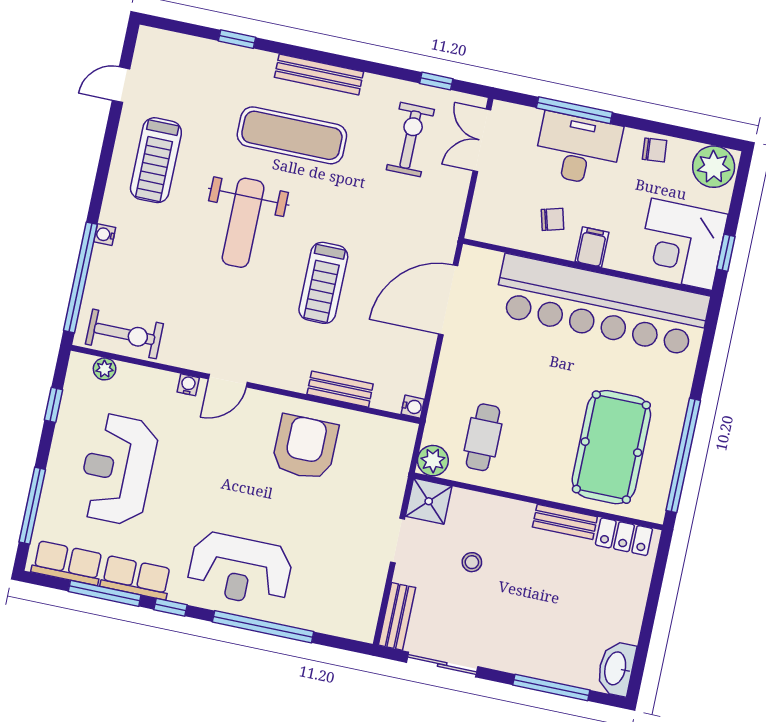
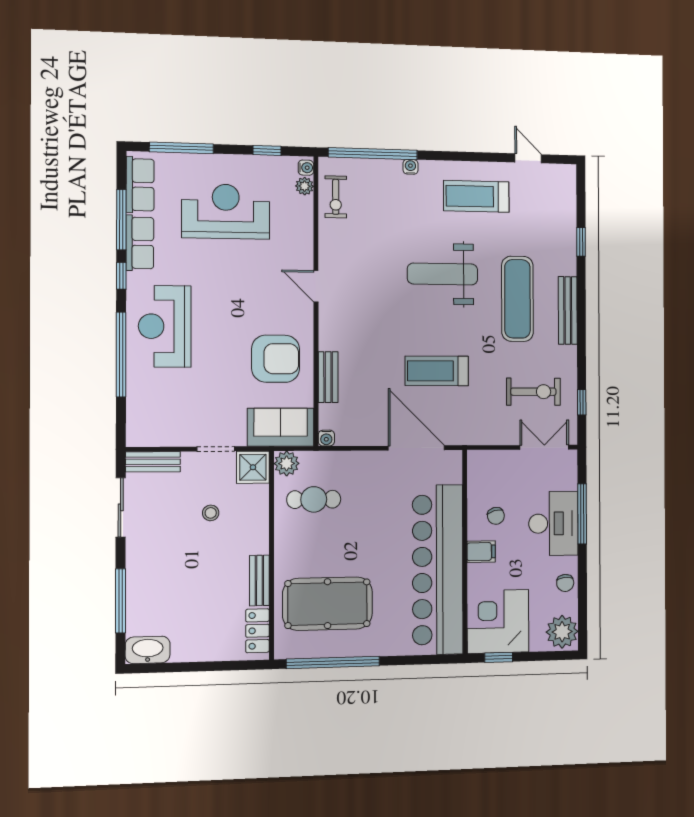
treadmill: (323, 283) -> (437, 371), moved
exercise bike: (124, 334) -> (336, 197), width x0.73, depth x0.72
water cooler: (188, 385) -> (306, 168), moved
sofa: (388, 458) -> (281, 427), added

